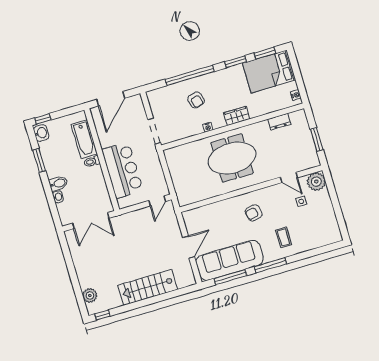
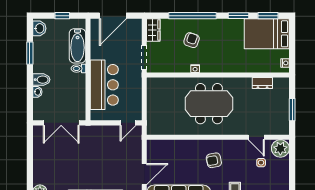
armchair: (196, 100) -> (192, 40), turned -145
wardrobe: (237, 116) -> (153, 30), moved, turned 90
window: (43, 119) -> (62, 16), moved

